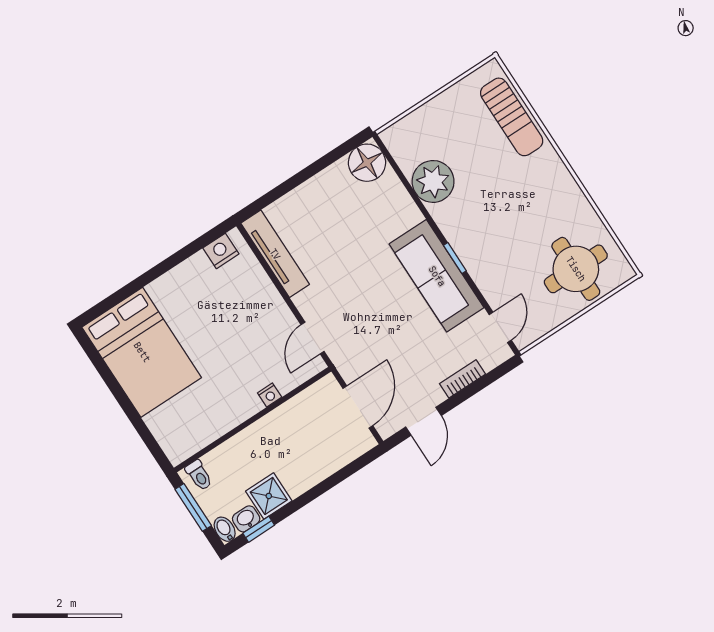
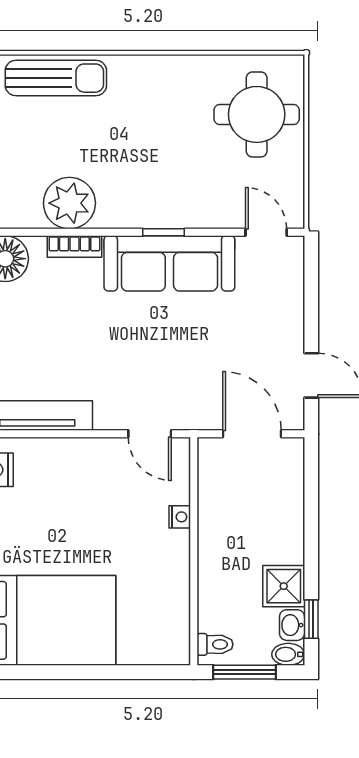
bookcase: (462, 379) -> (74, 246), moved, turned -90

